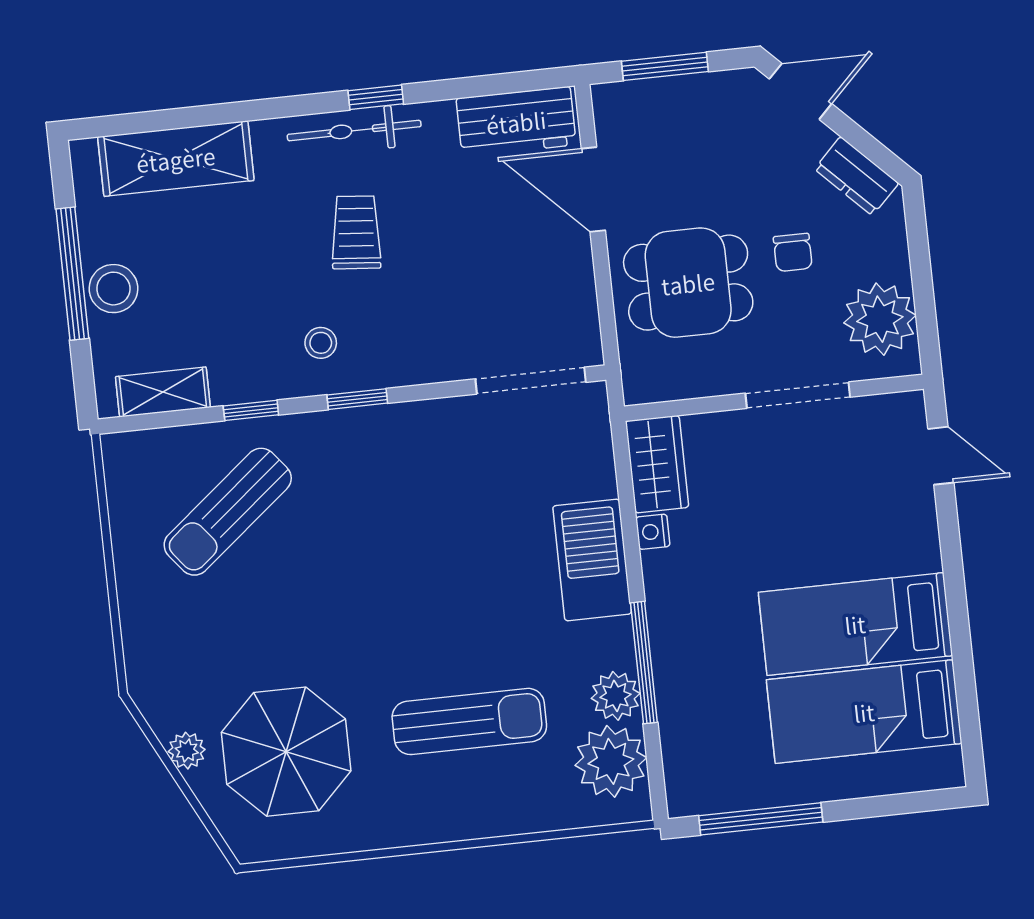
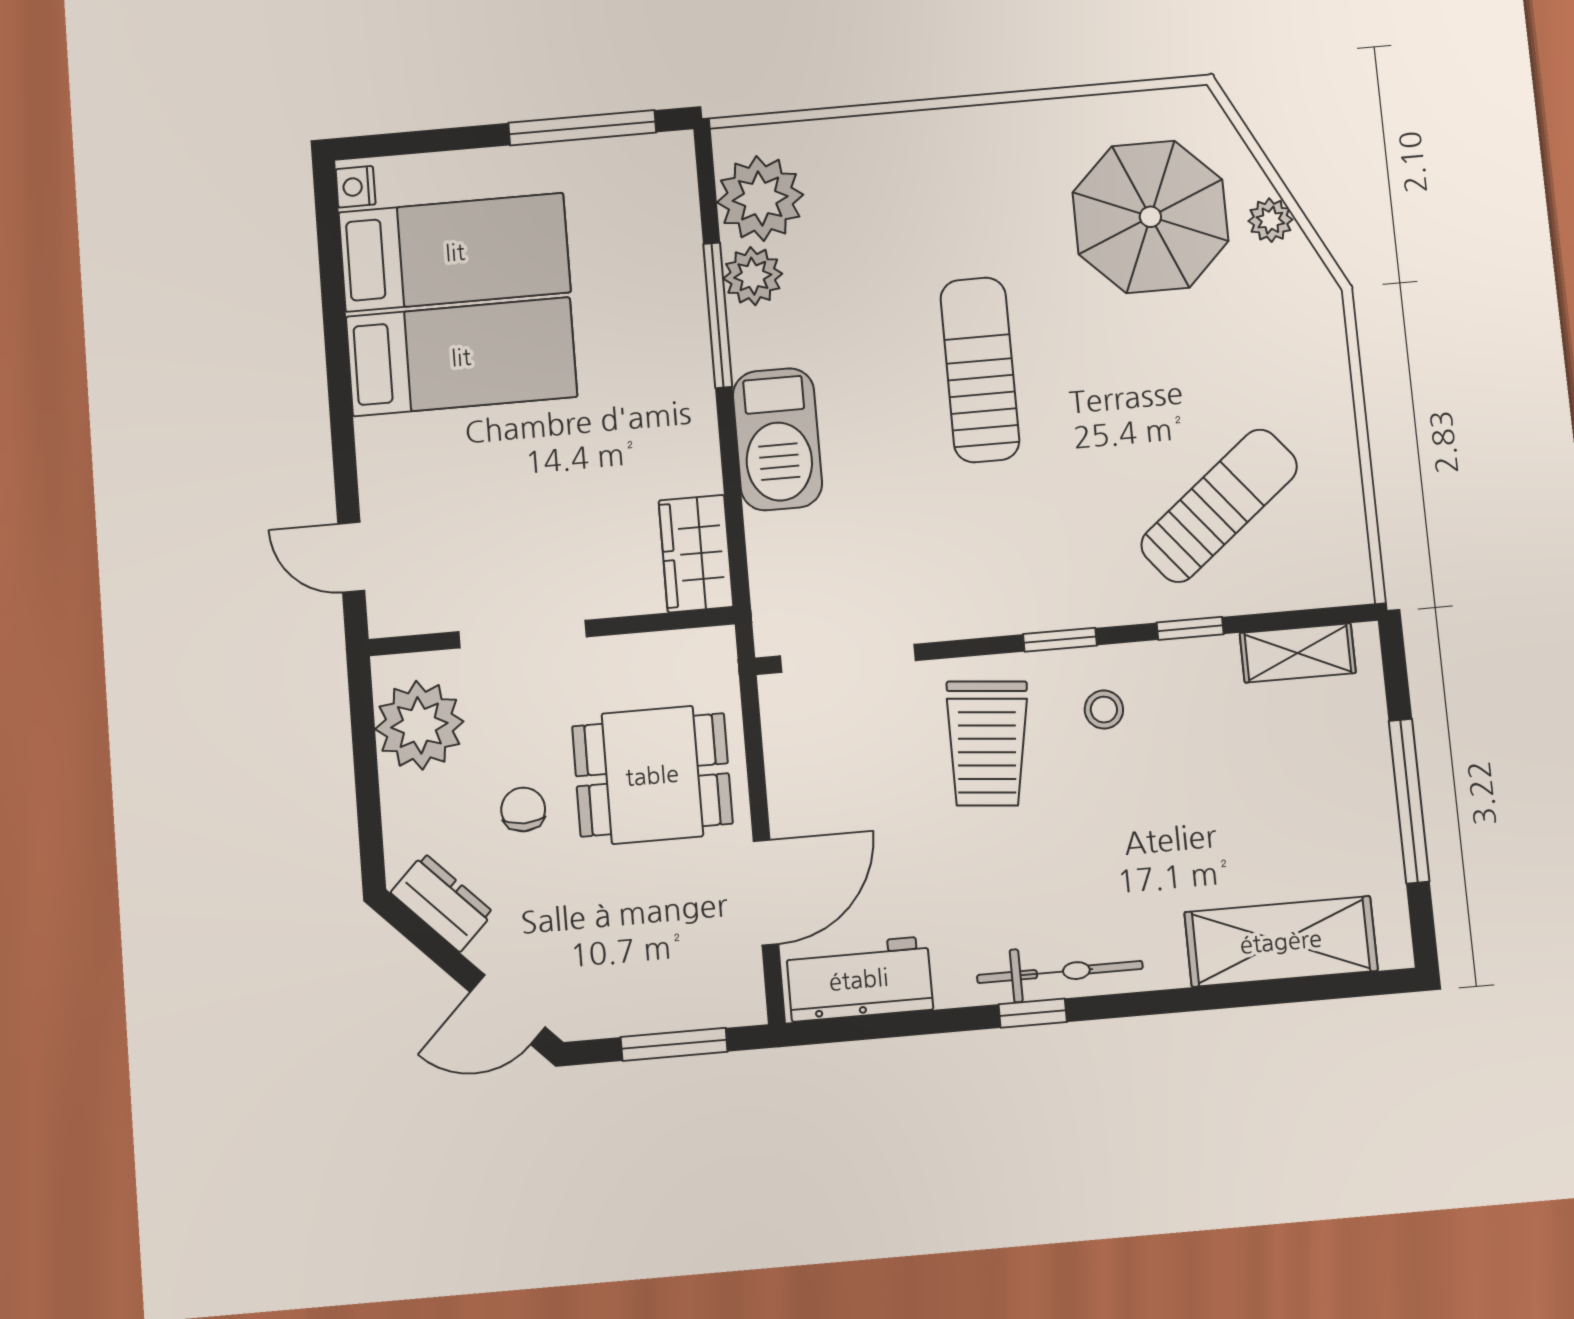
door: (593, 189) -> (766, 892), hinge flipped
trolley: (356, 232) -> (987, 743), moved, width x1.36, depth x1.39
stool: (113, 289) -> (1358, 781), removed
nightstand: (653, 532) -> (356, 187), moved, turned 180
sun lounger: (469, 721) -> (980, 370), moved, turned 90

